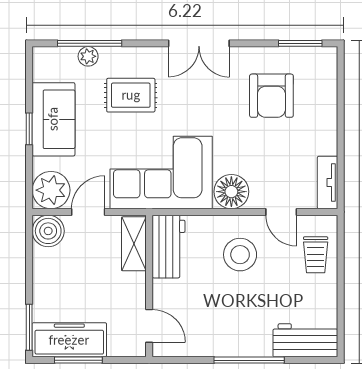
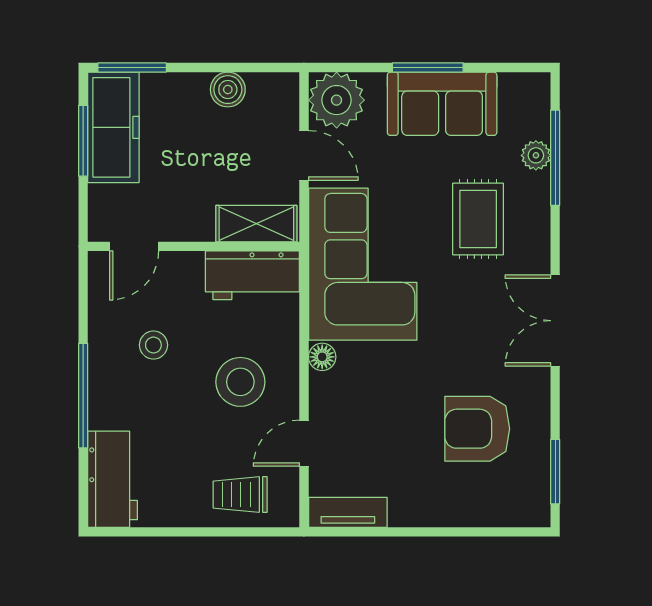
window: (29, 129) -> (428, 68), width x1.50
floor lamp: (231, 192) -> (322, 357), width x0.53, depth x0.53
boiler: (48, 231) -> (228, 90), moved, width x0.73, depth x0.73
stool: (215, 313) -> (153, 345), added

